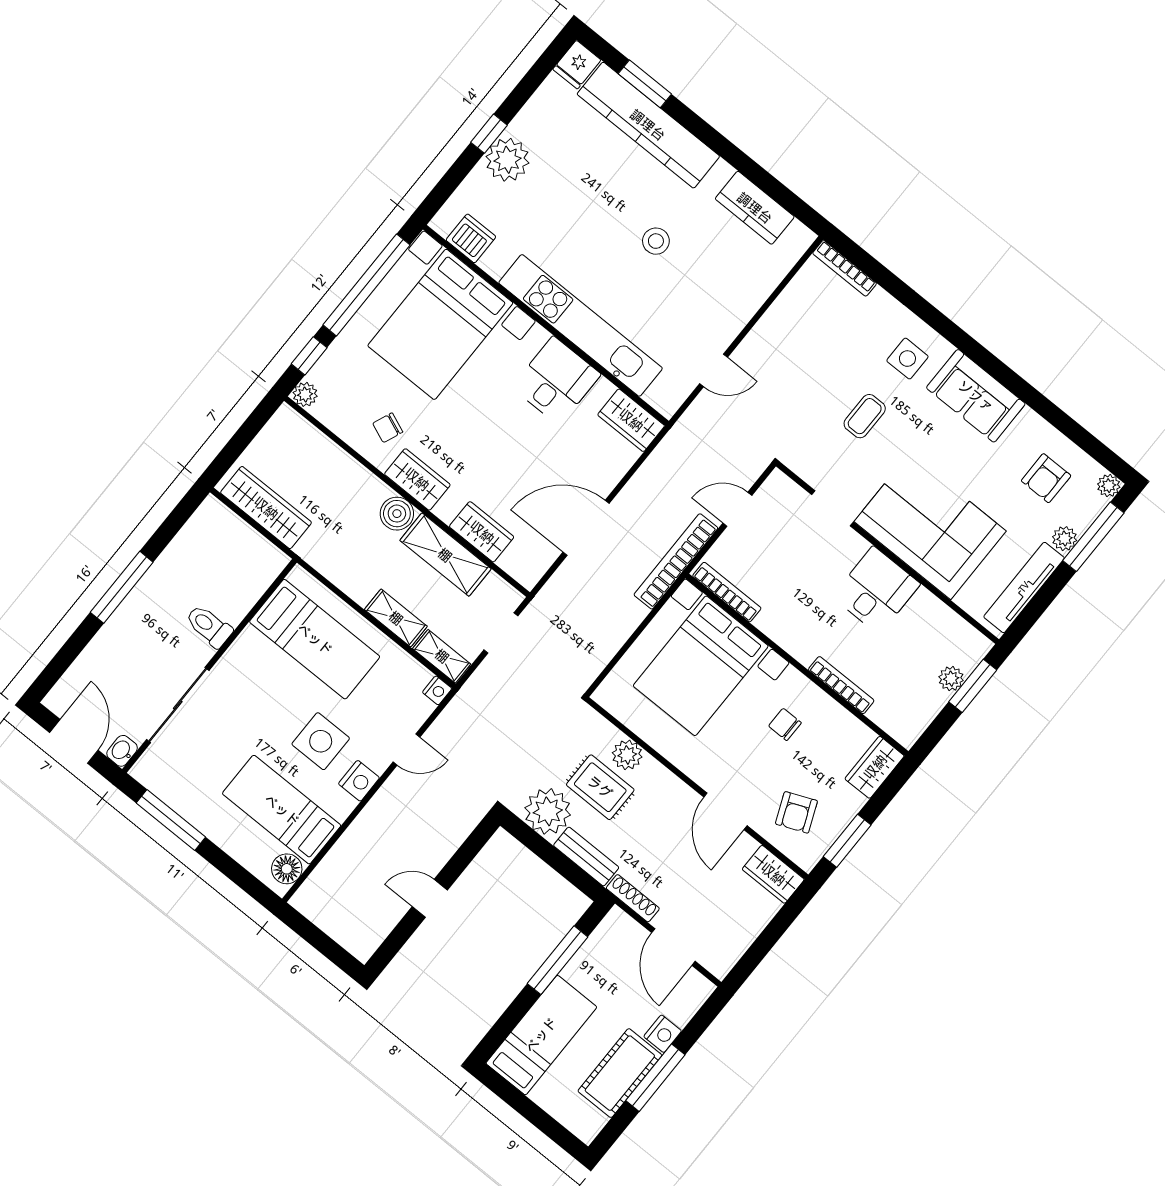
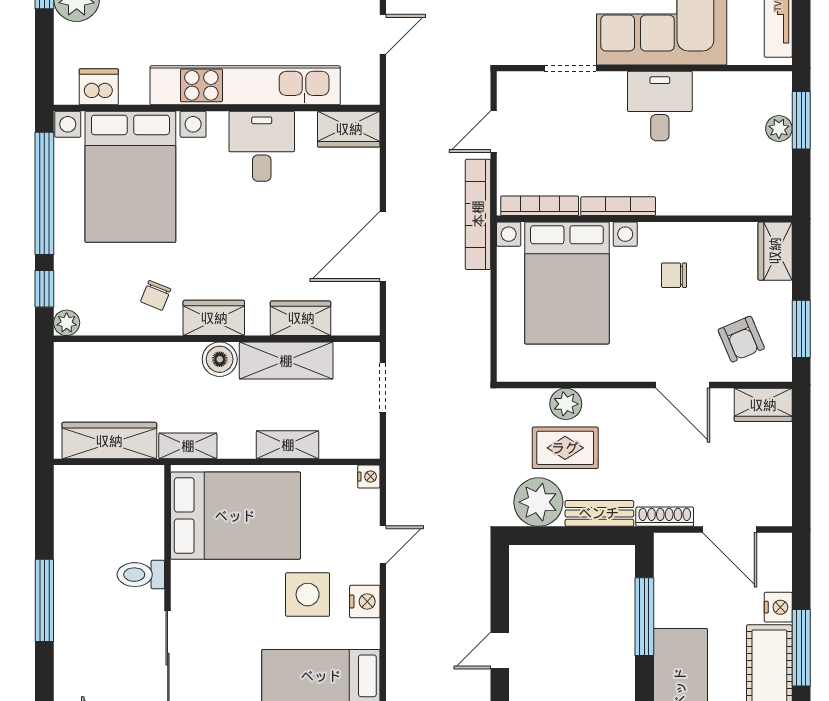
bed: (315, 639) -> (235, 516), width x1.50
shelving: (442, 656) -> (188, 446), moved
bookcase: (841, 685) -> (618, 206), moved

